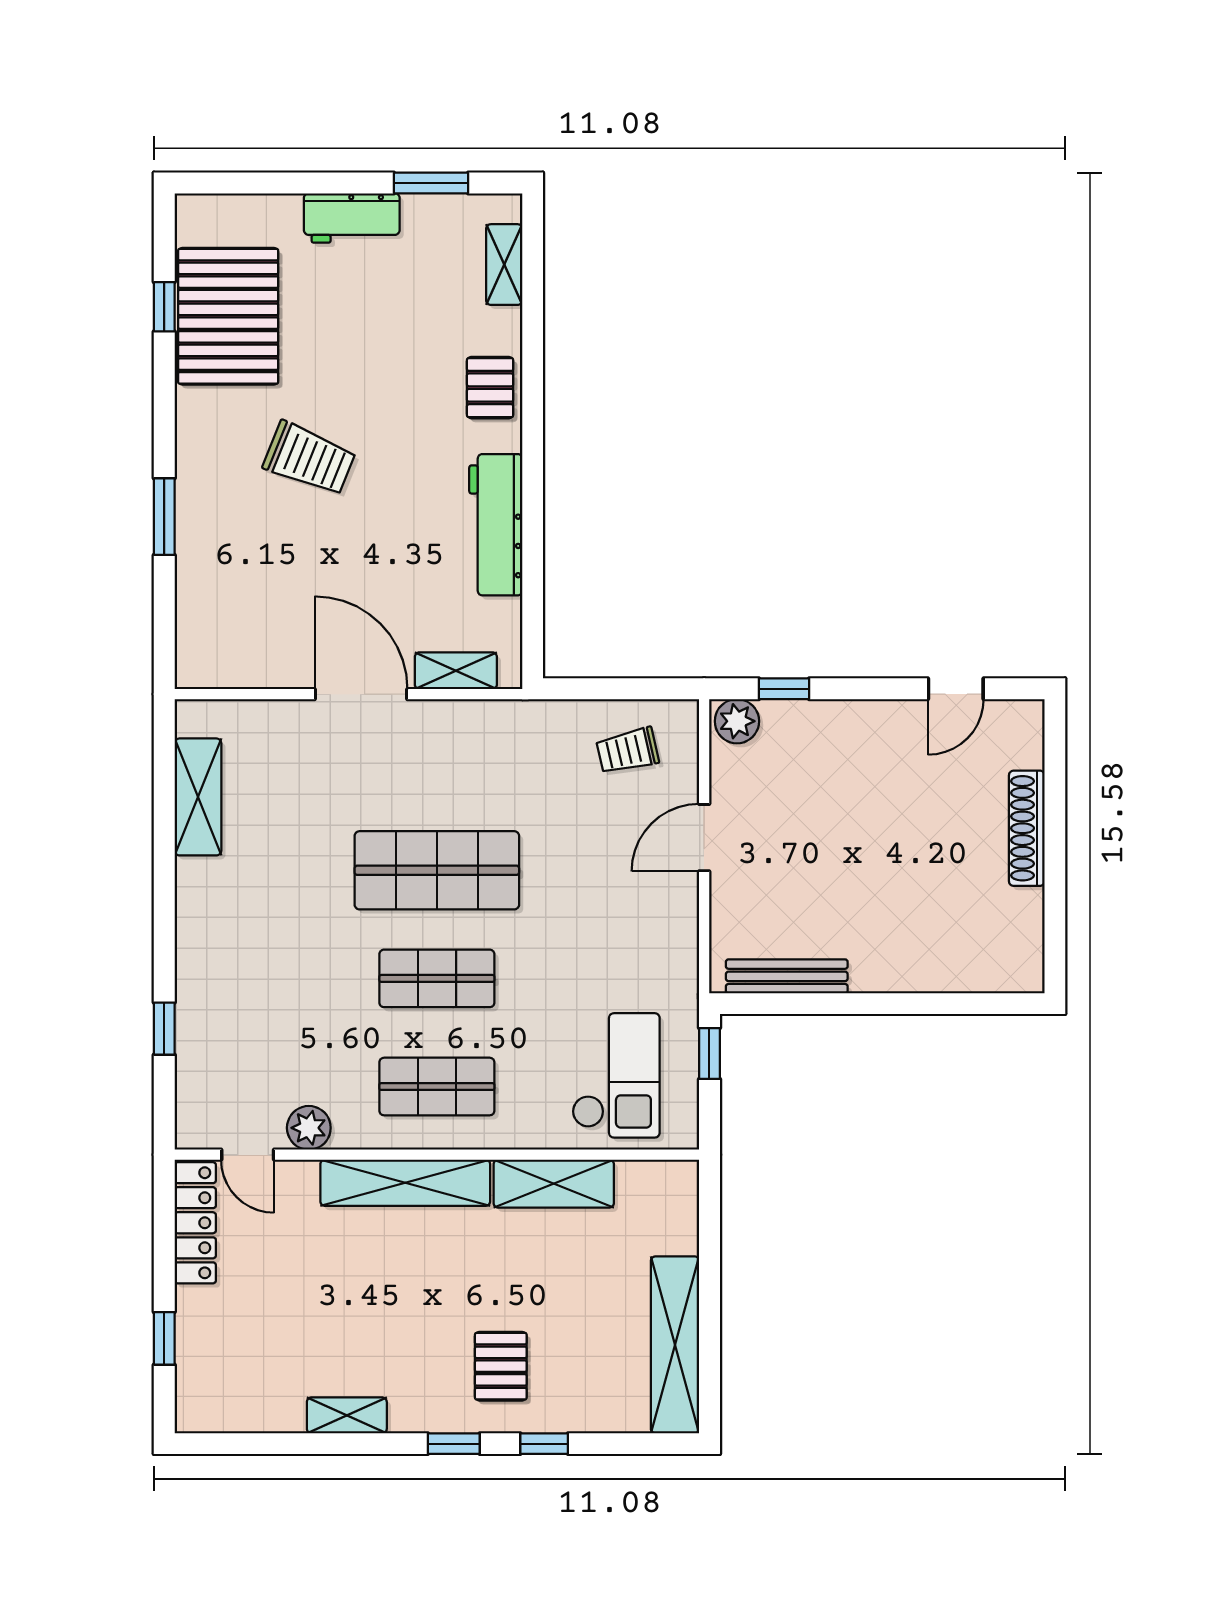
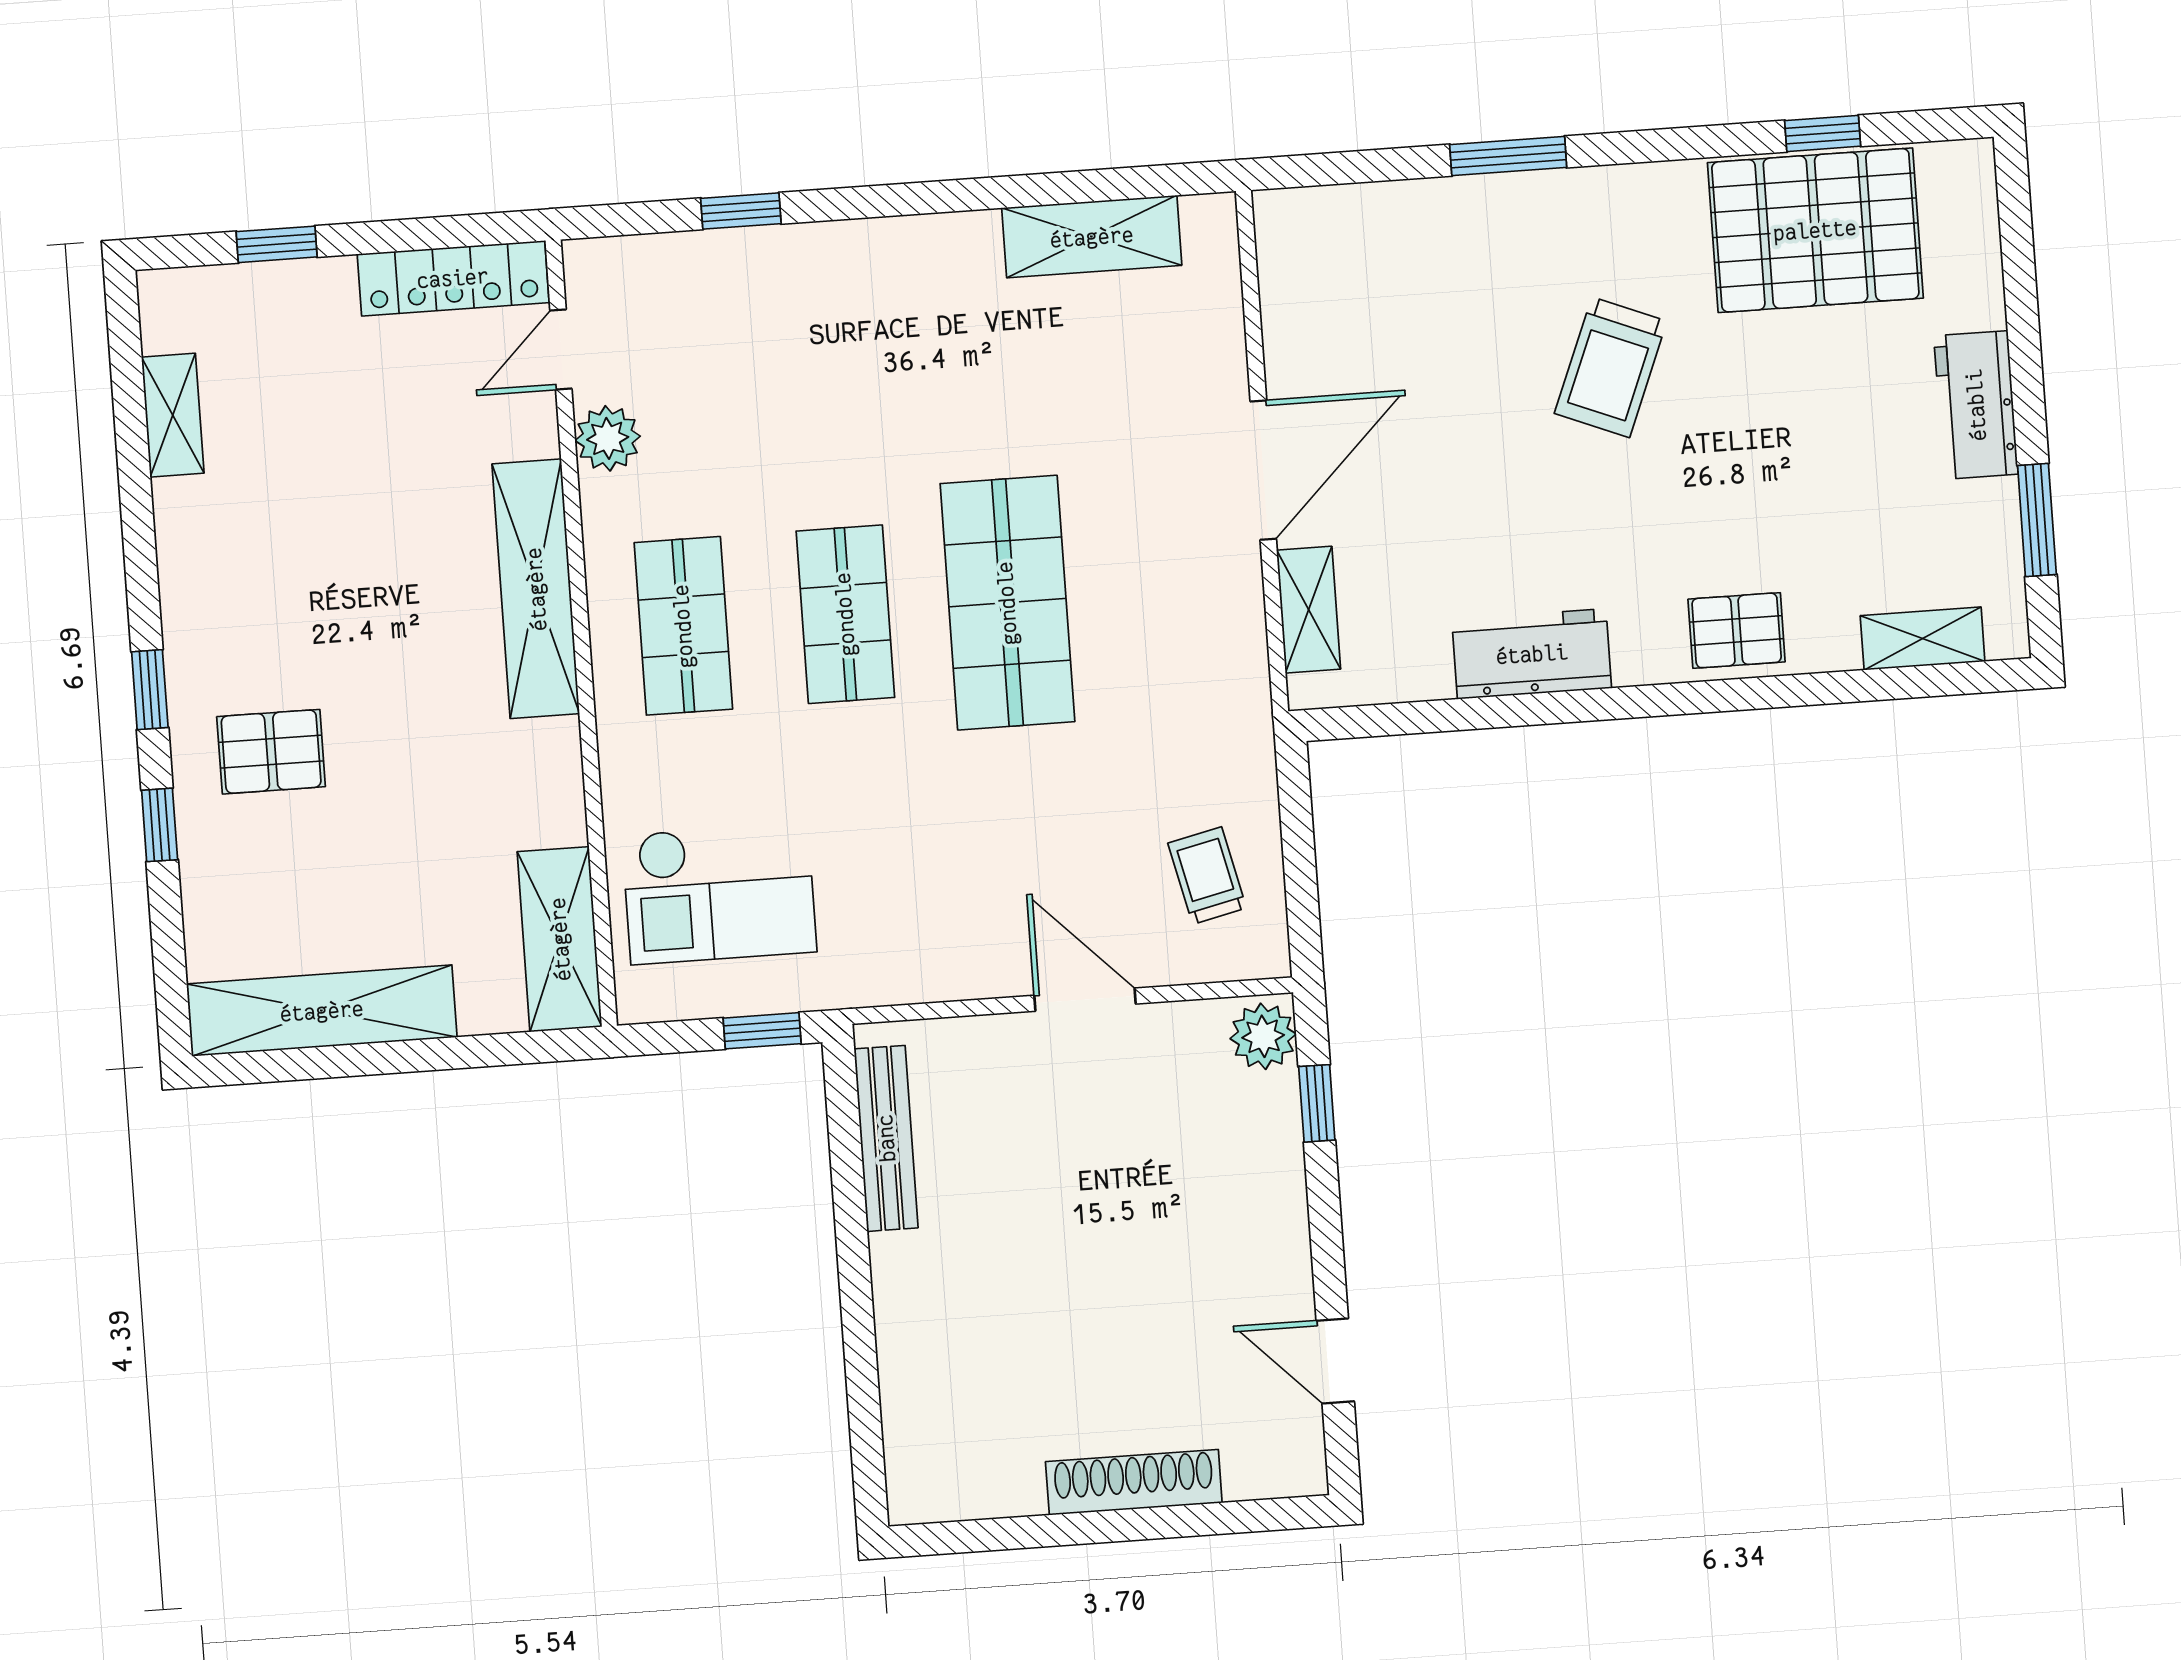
workbench: (496, 525) -> (1532, 654), width x0.73
shelving: (554, 1184) -> (560, 939), moved
shelving: (347, 1415) -> (173, 415), moved

